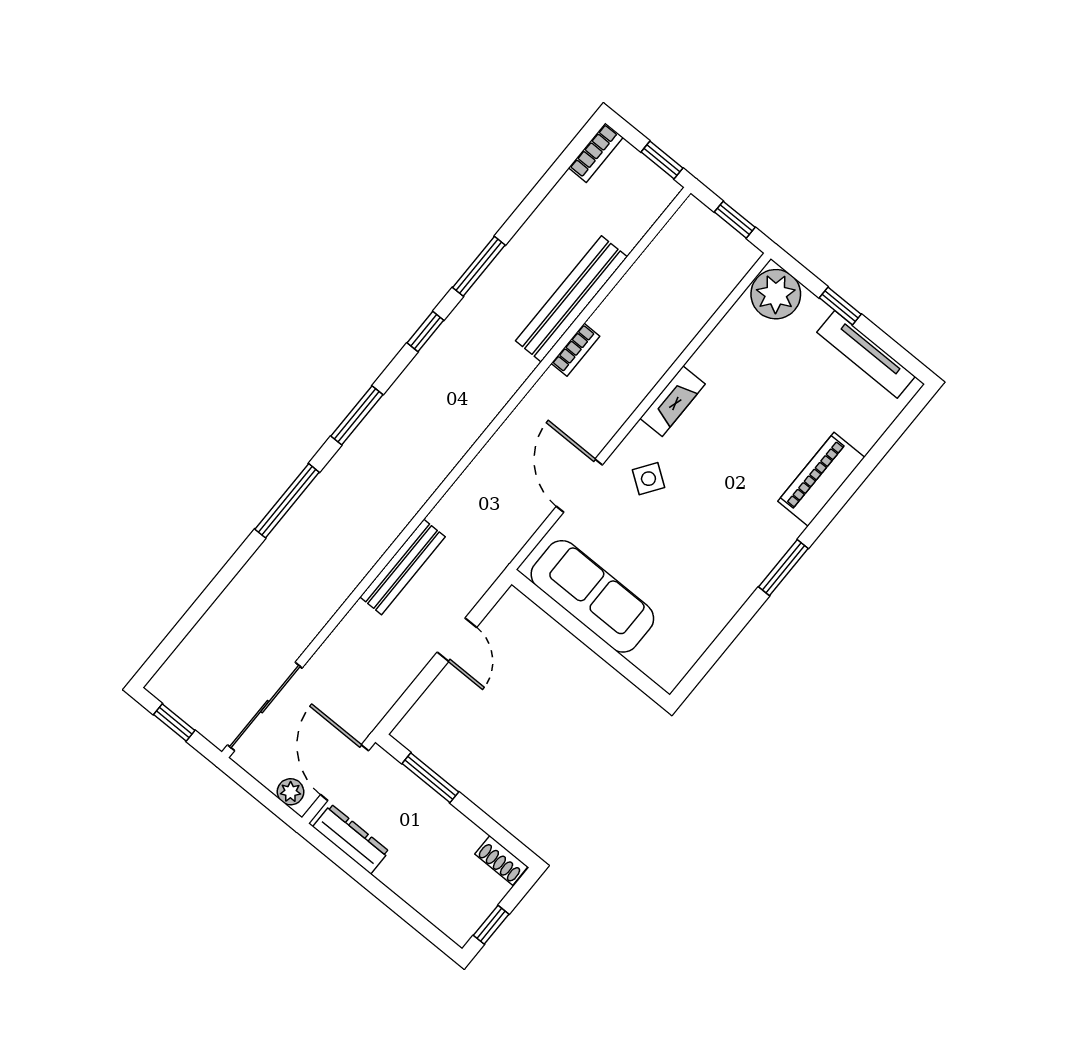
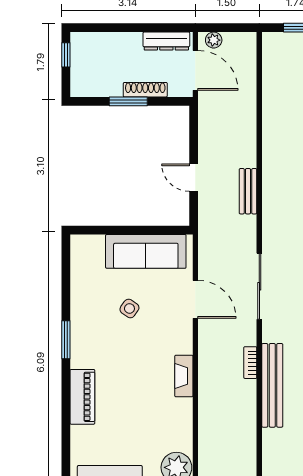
side table: (648, 479) -> (129, 308), moved
bench: (403, 567) -> (248, 191), width x0.73
sliding door: (265, 707) -> (259, 286), moved
window: (430, 778) -> (128, 101), moved
shoe rack: (501, 860) -> (145, 90), moved, width x1.43

